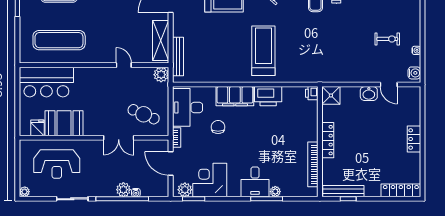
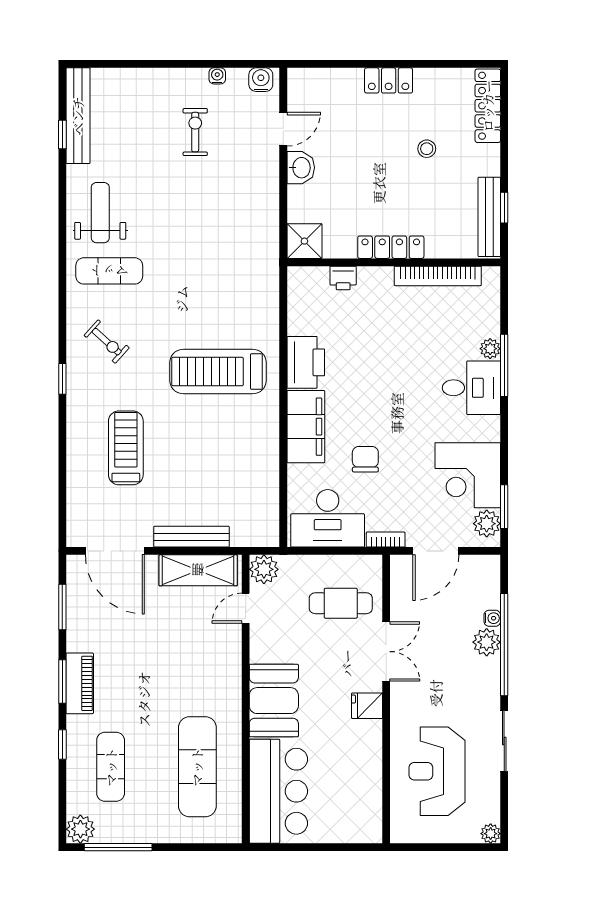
bench: (178, 57) -> (191, 537), moved
door: (124, 65) -> (246, 608), moved
printer: (312, 93) -> (343, 278), moved
cafe table: (144, 114) -> (341, 603), turned 67
booth: (64, 123) -> (274, 701), moved
chair: (218, 127) -> (365, 459), turned 90
fridge: (37, 128) -> (367, 706), moved
stool: (379, 159) -> (427, 149), added
reception desk: (57, 164) -> (437, 771), turned 180

